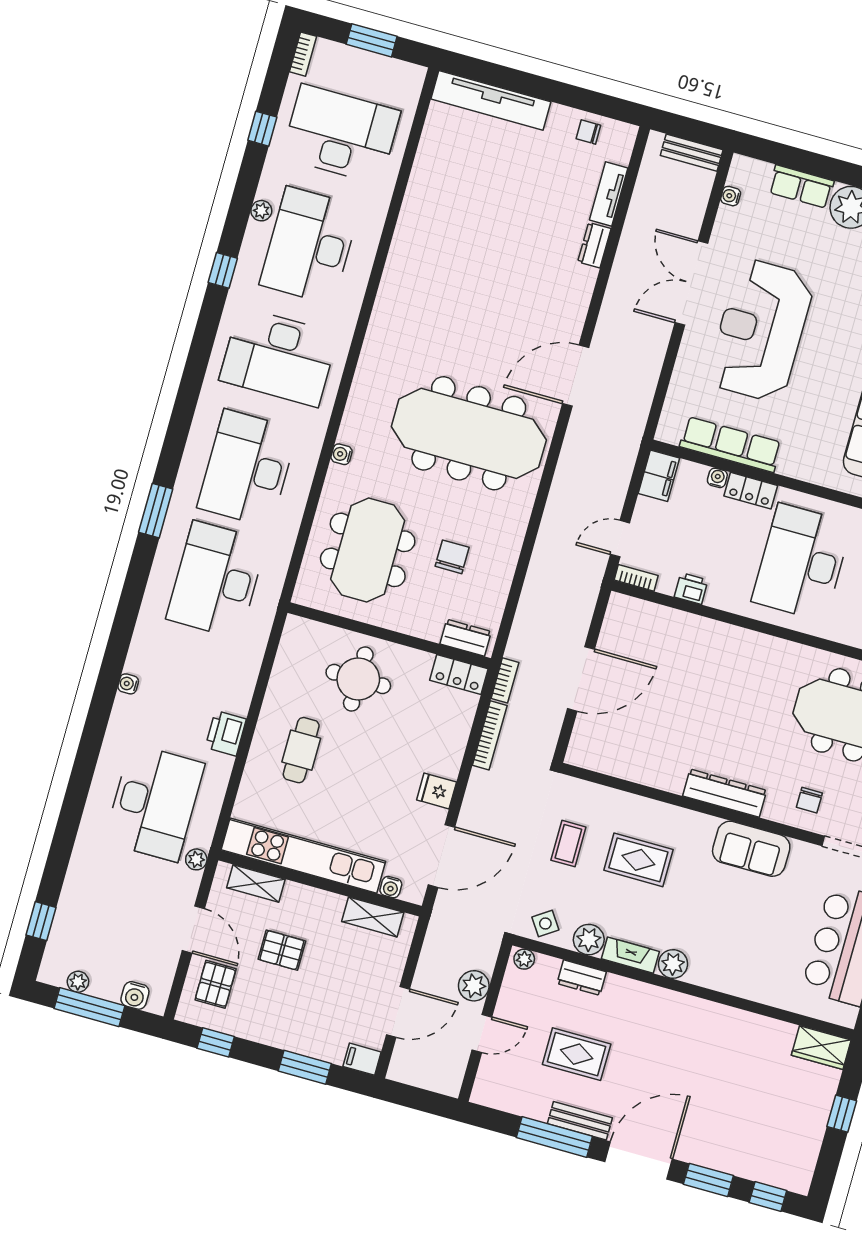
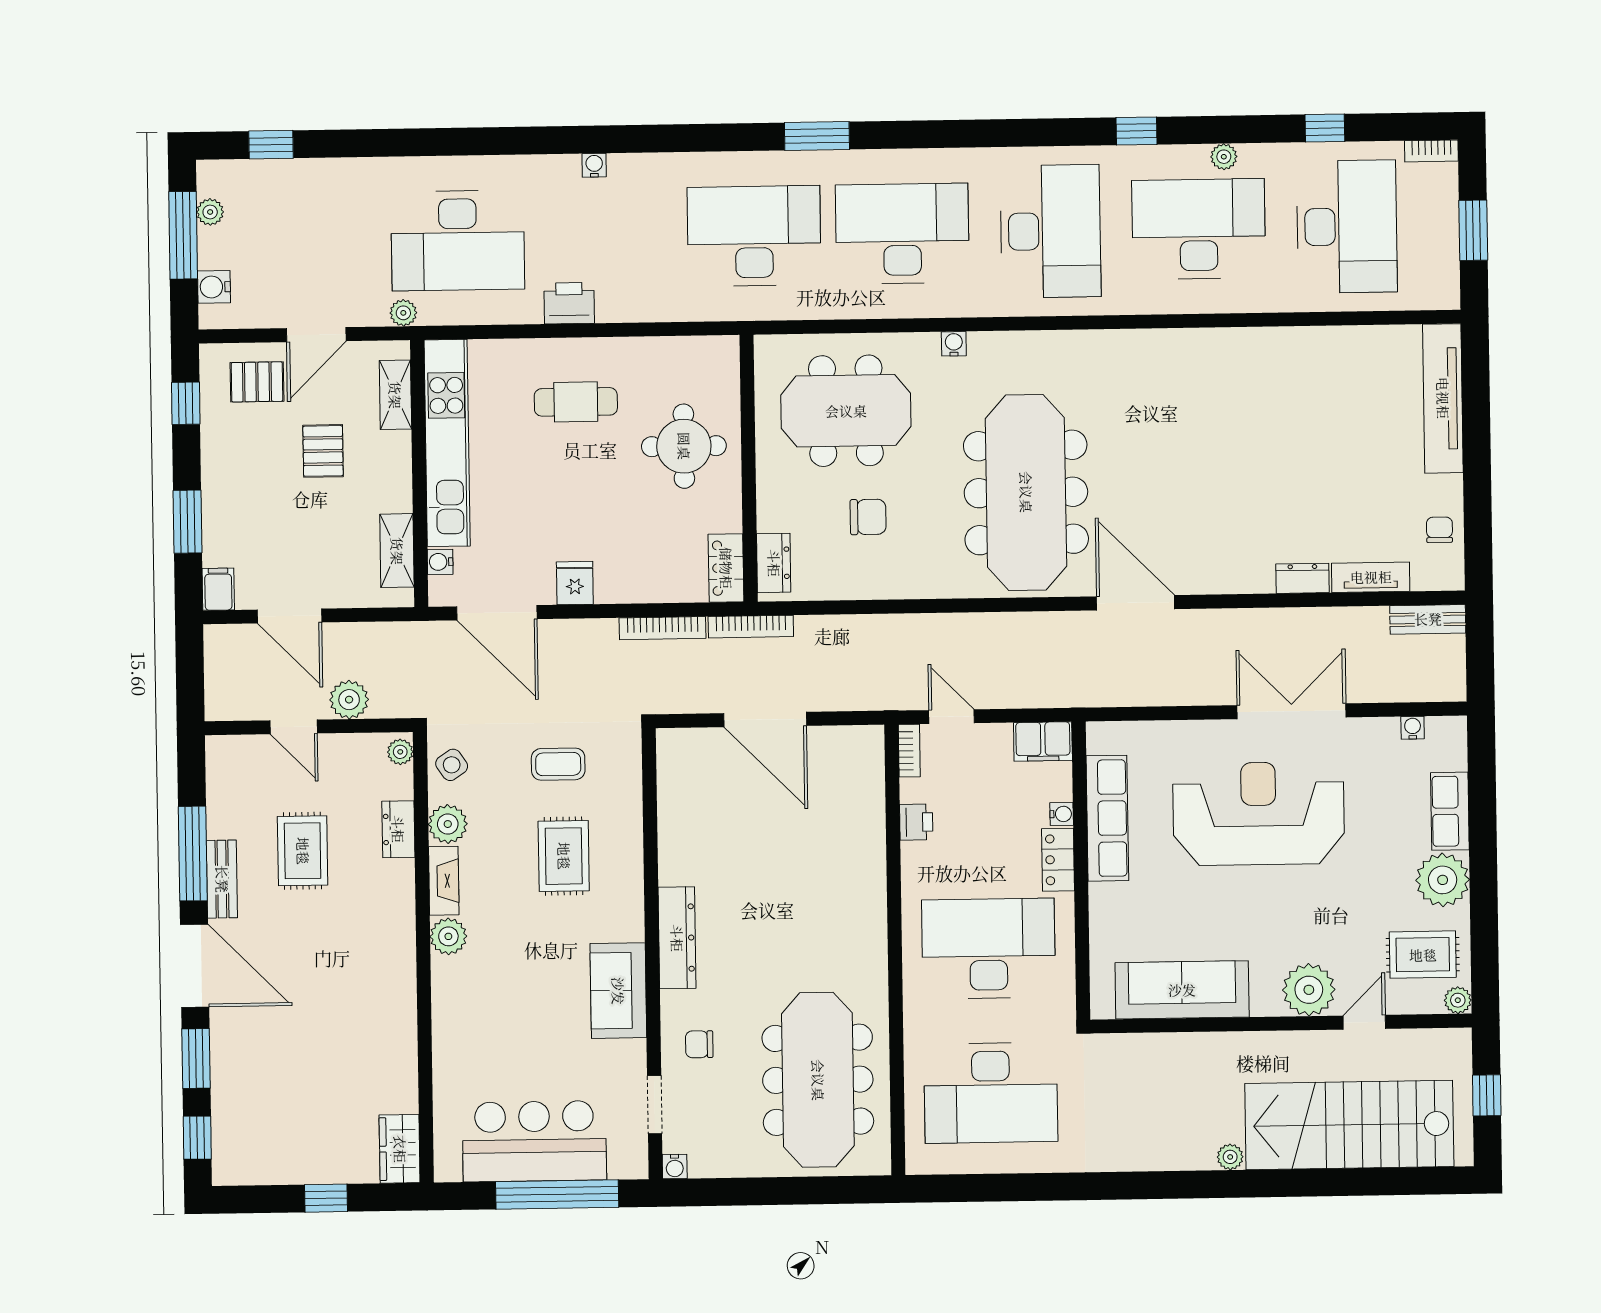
bench: (692, 153) -> (1428, 619), moved, turned 90
desk: (279, 357) -> (1050, 231), turned 180
bookcase: (505, 680) -> (751, 627), width x1.56

